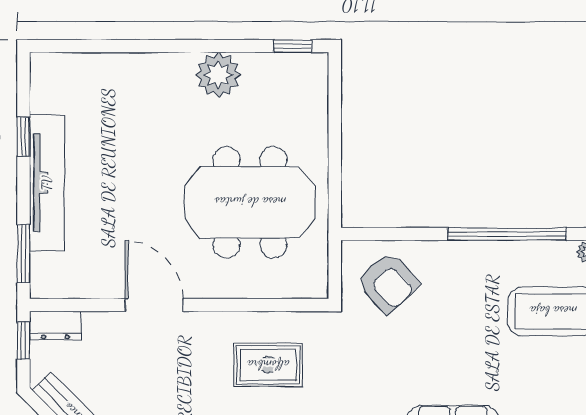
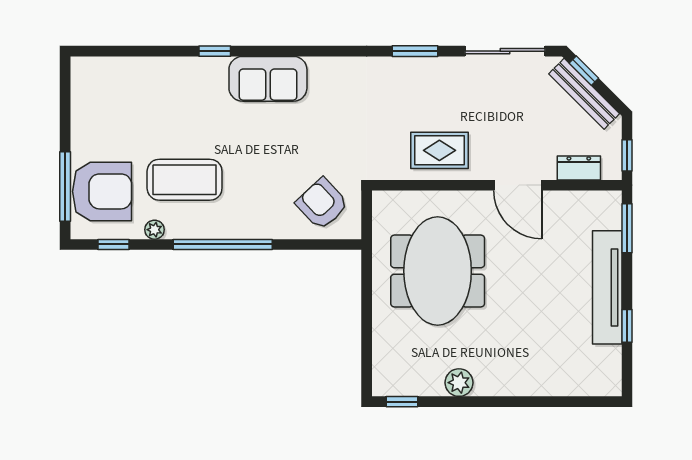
plant: (218, 75) -> (459, 383), width x0.73, depth x0.73
meeting table: (250, 202) -> (438, 271), turned 90
dresser: (55, 326) -> (579, 168), moved
rug: (268, 365) -> (439, 150), moved

